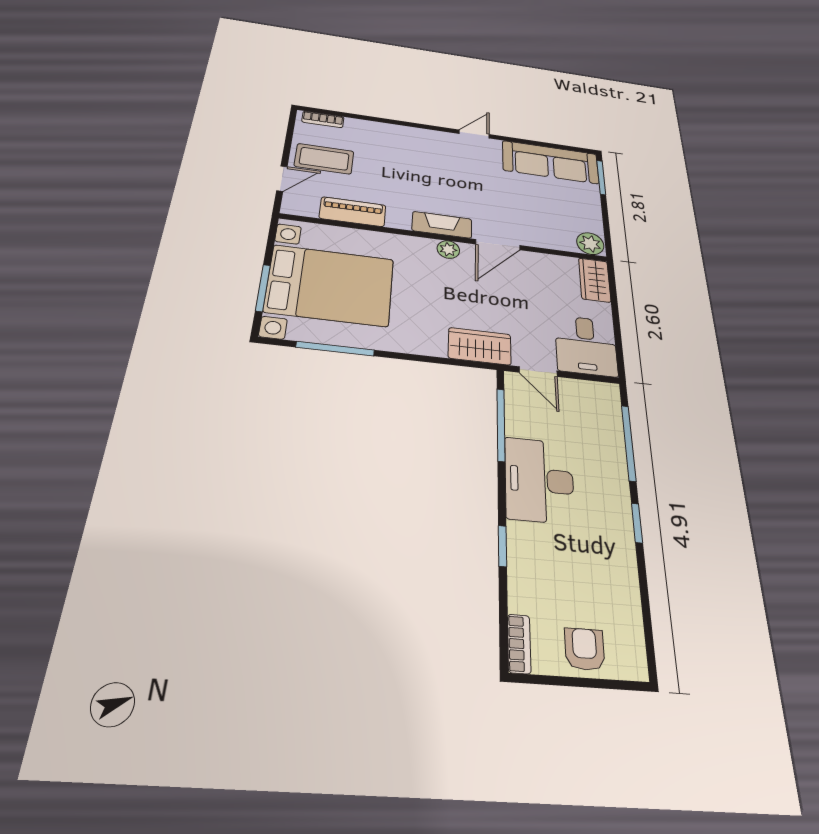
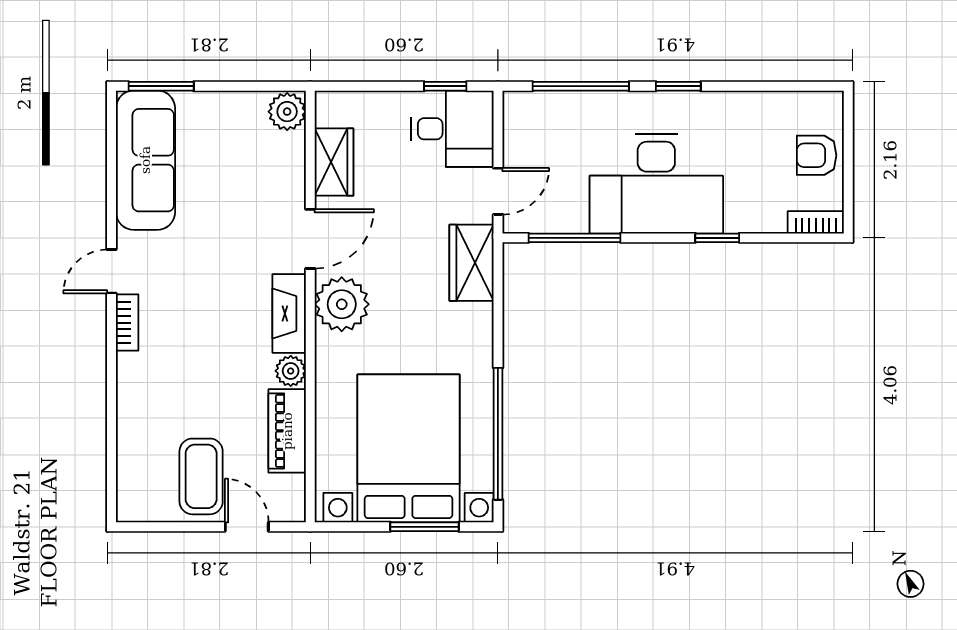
bookcase: (323, 119) -> (127, 323), moved
door: (474, 134) -> (112, 271), hinge flipped
plant: (398, 220) -> (291, 371), added
door: (498, 245) -> (310, 239), hinge flipped
plant: (448, 249) -> (342, 304), width x1.88, depth x1.88
wardrobe: (595, 280) -> (334, 162), moved, turned -90
window: (619, 345) -> (445, 86), added
window: (335, 349) -> (498, 434), width x1.46
desk: (539, 480) -> (656, 184), width x1.36, depth x1.30

